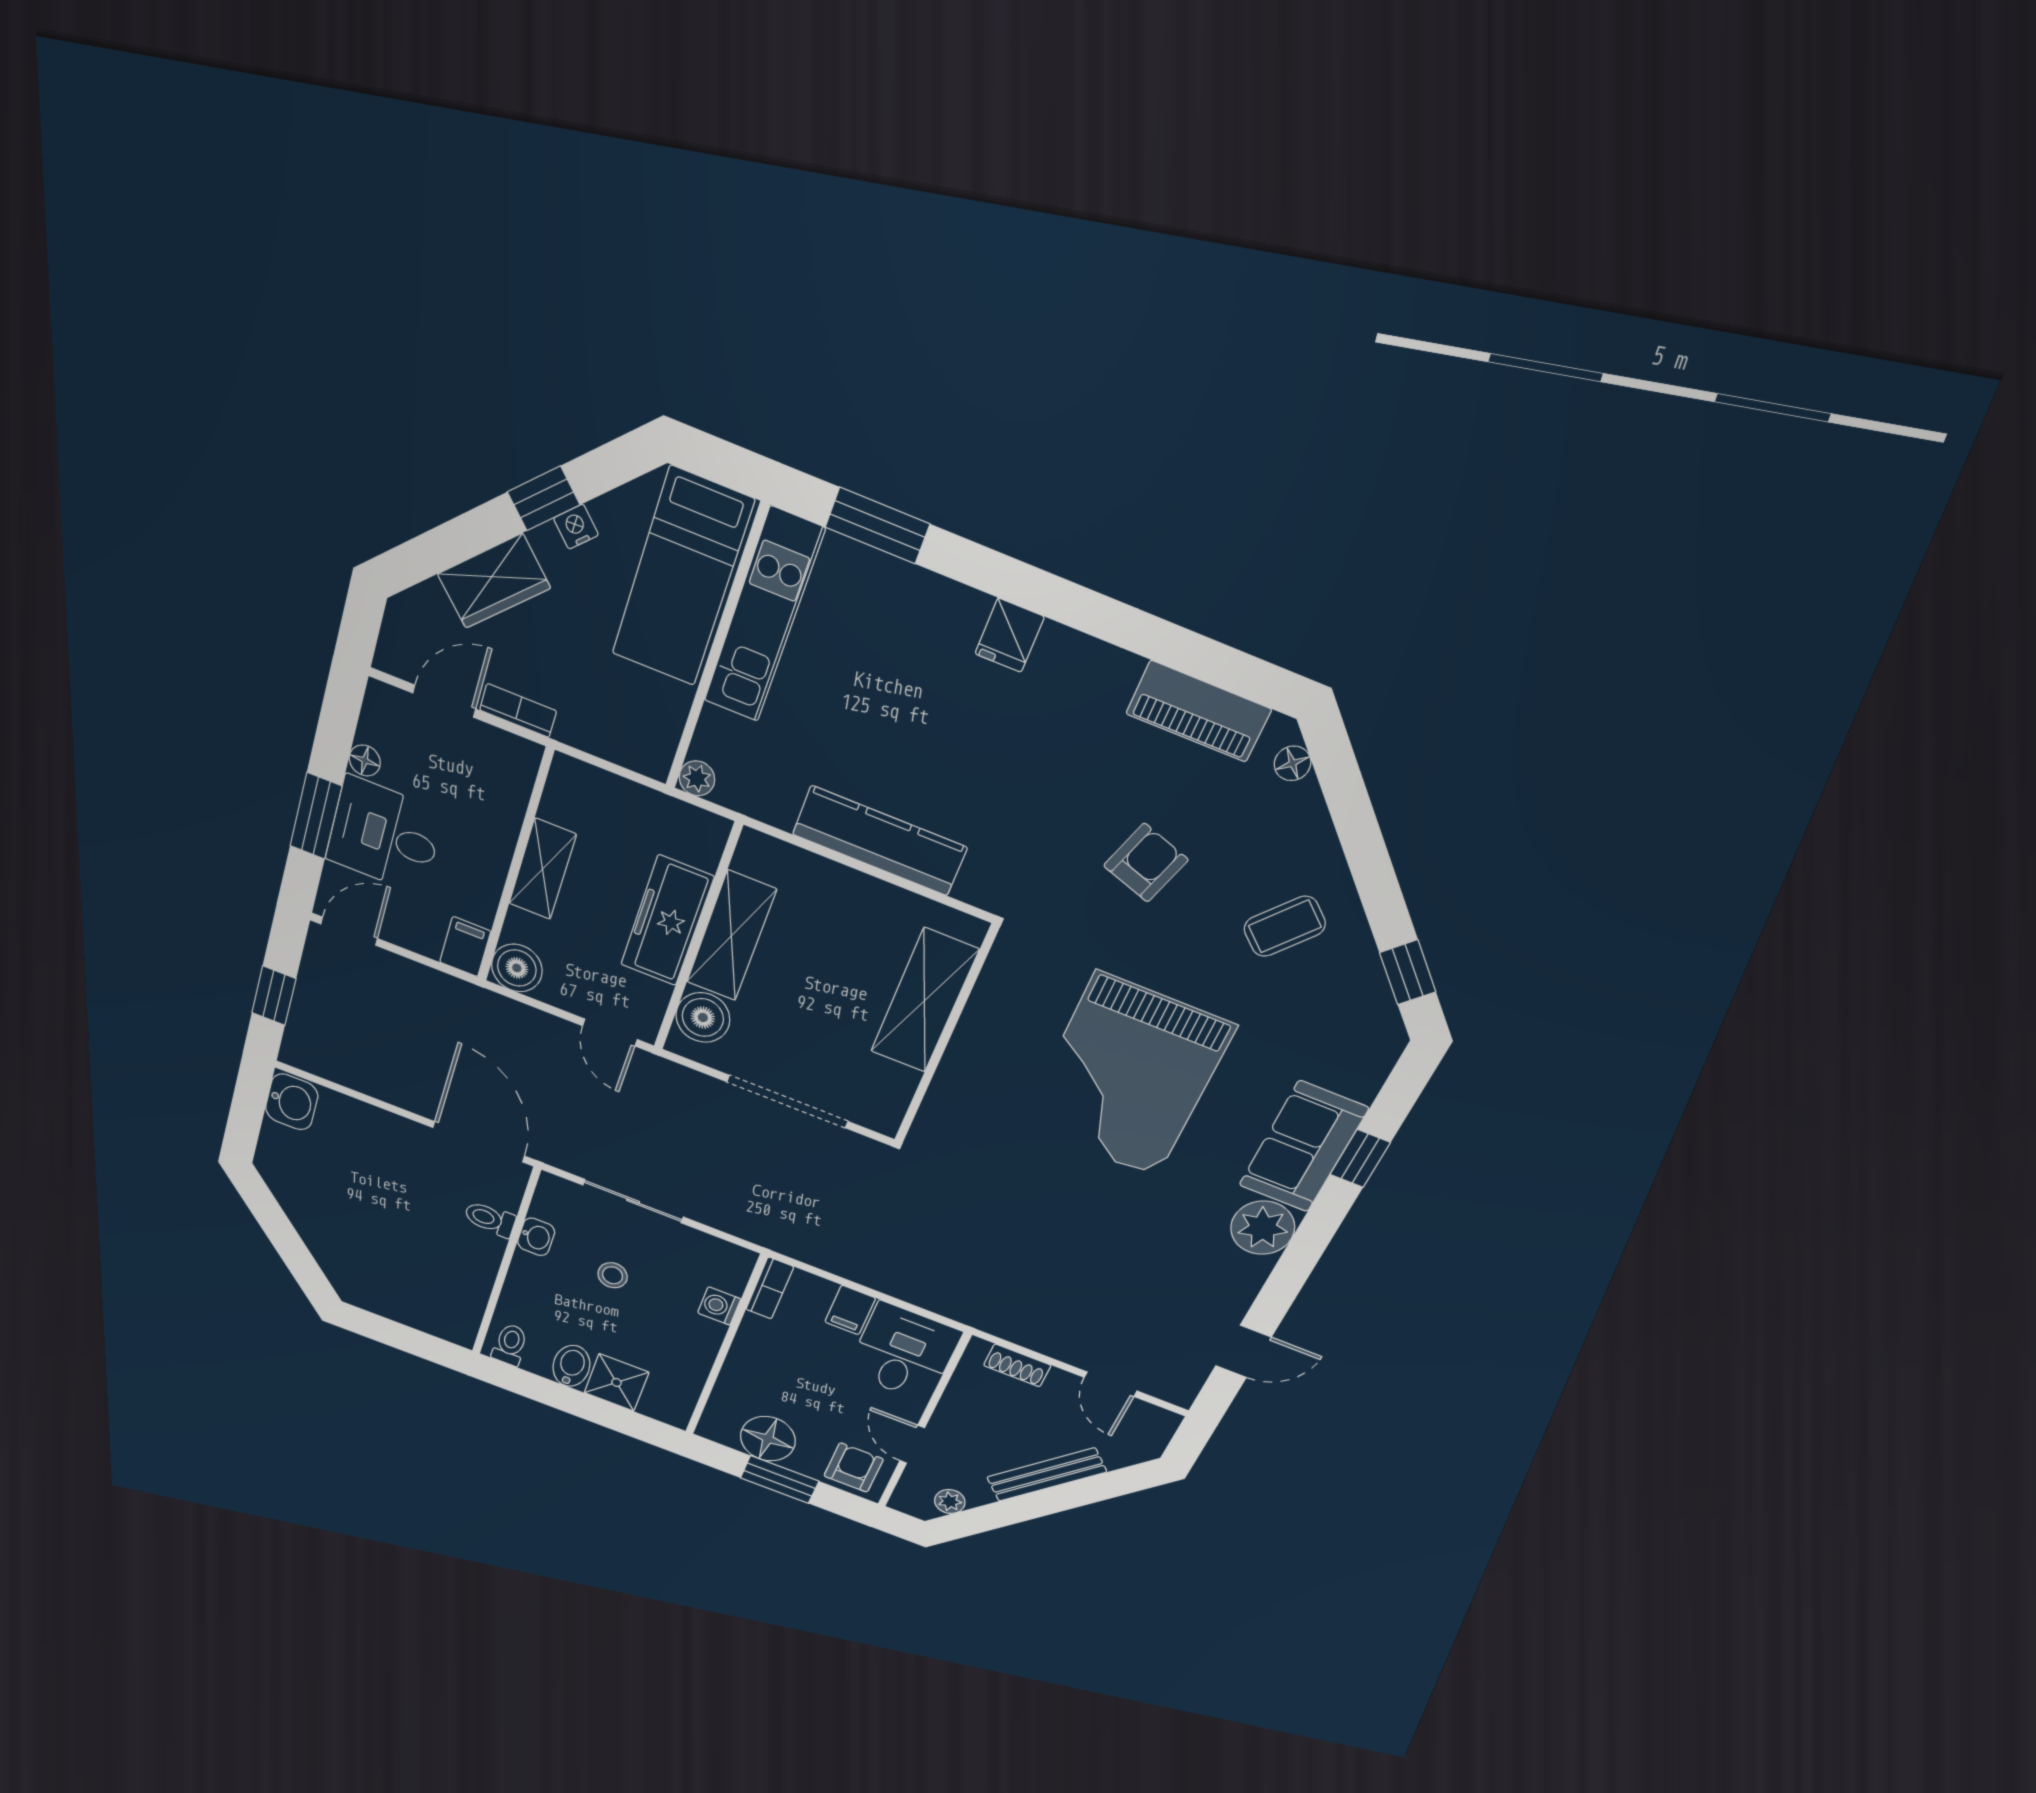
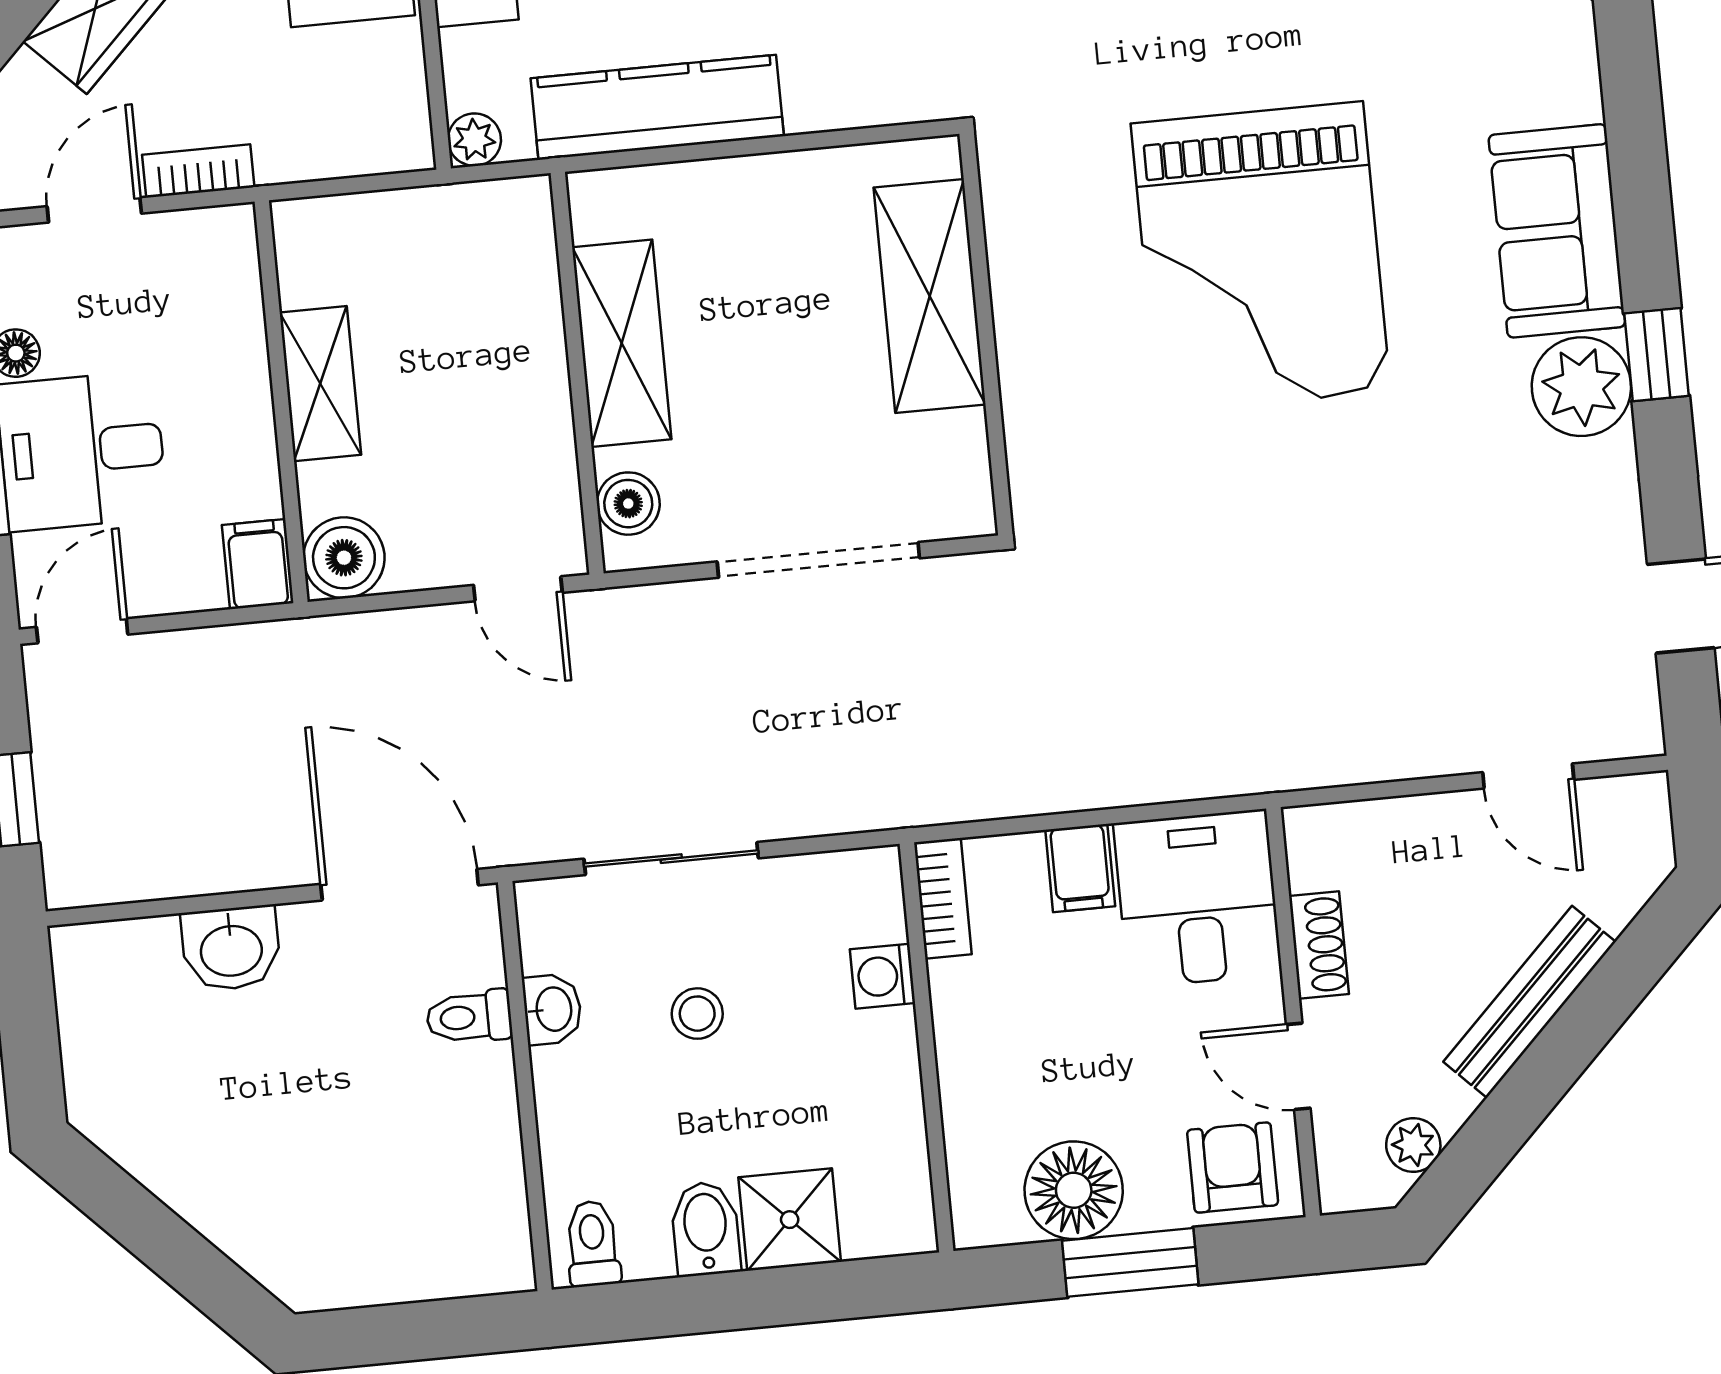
kitchen counter: (880, 841) -> (657, 107), moved
freezer: (667, 921) -> (524, 369), removed
boiler: (703, 1017) -> (628, 504), width x0.73, depth x0.73
washbasin: (292, 1102) -> (231, 948), moved, turned 90
window: (1360, 1158) -> (1657, 355), moved
shoe rack: (1017, 1365) -> (1319, 945), moved, turned -90

